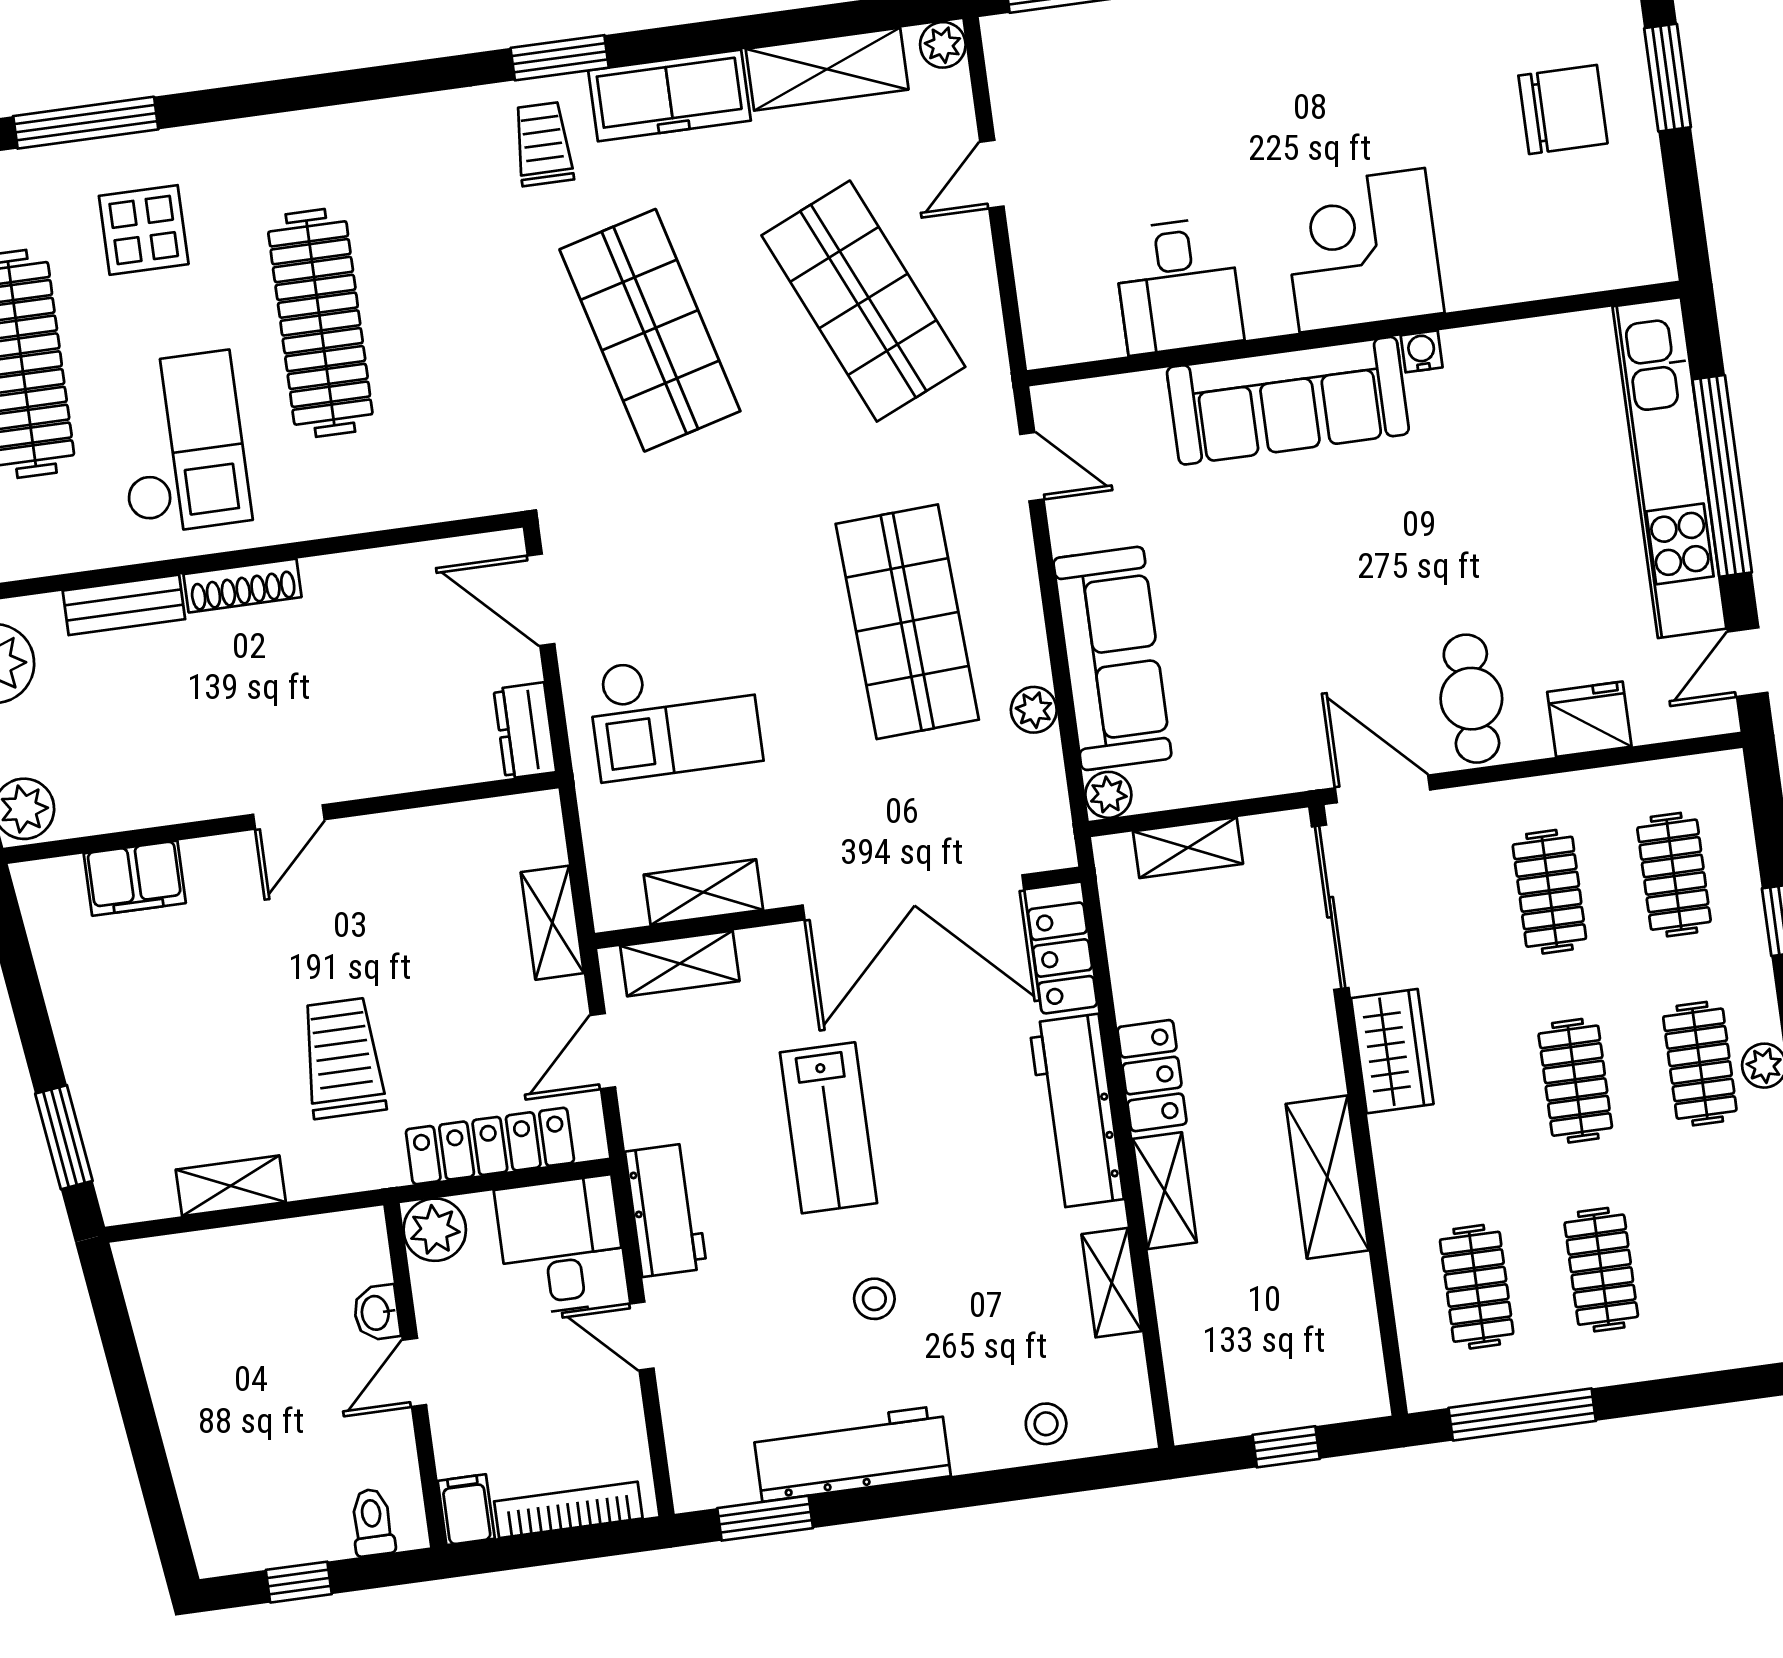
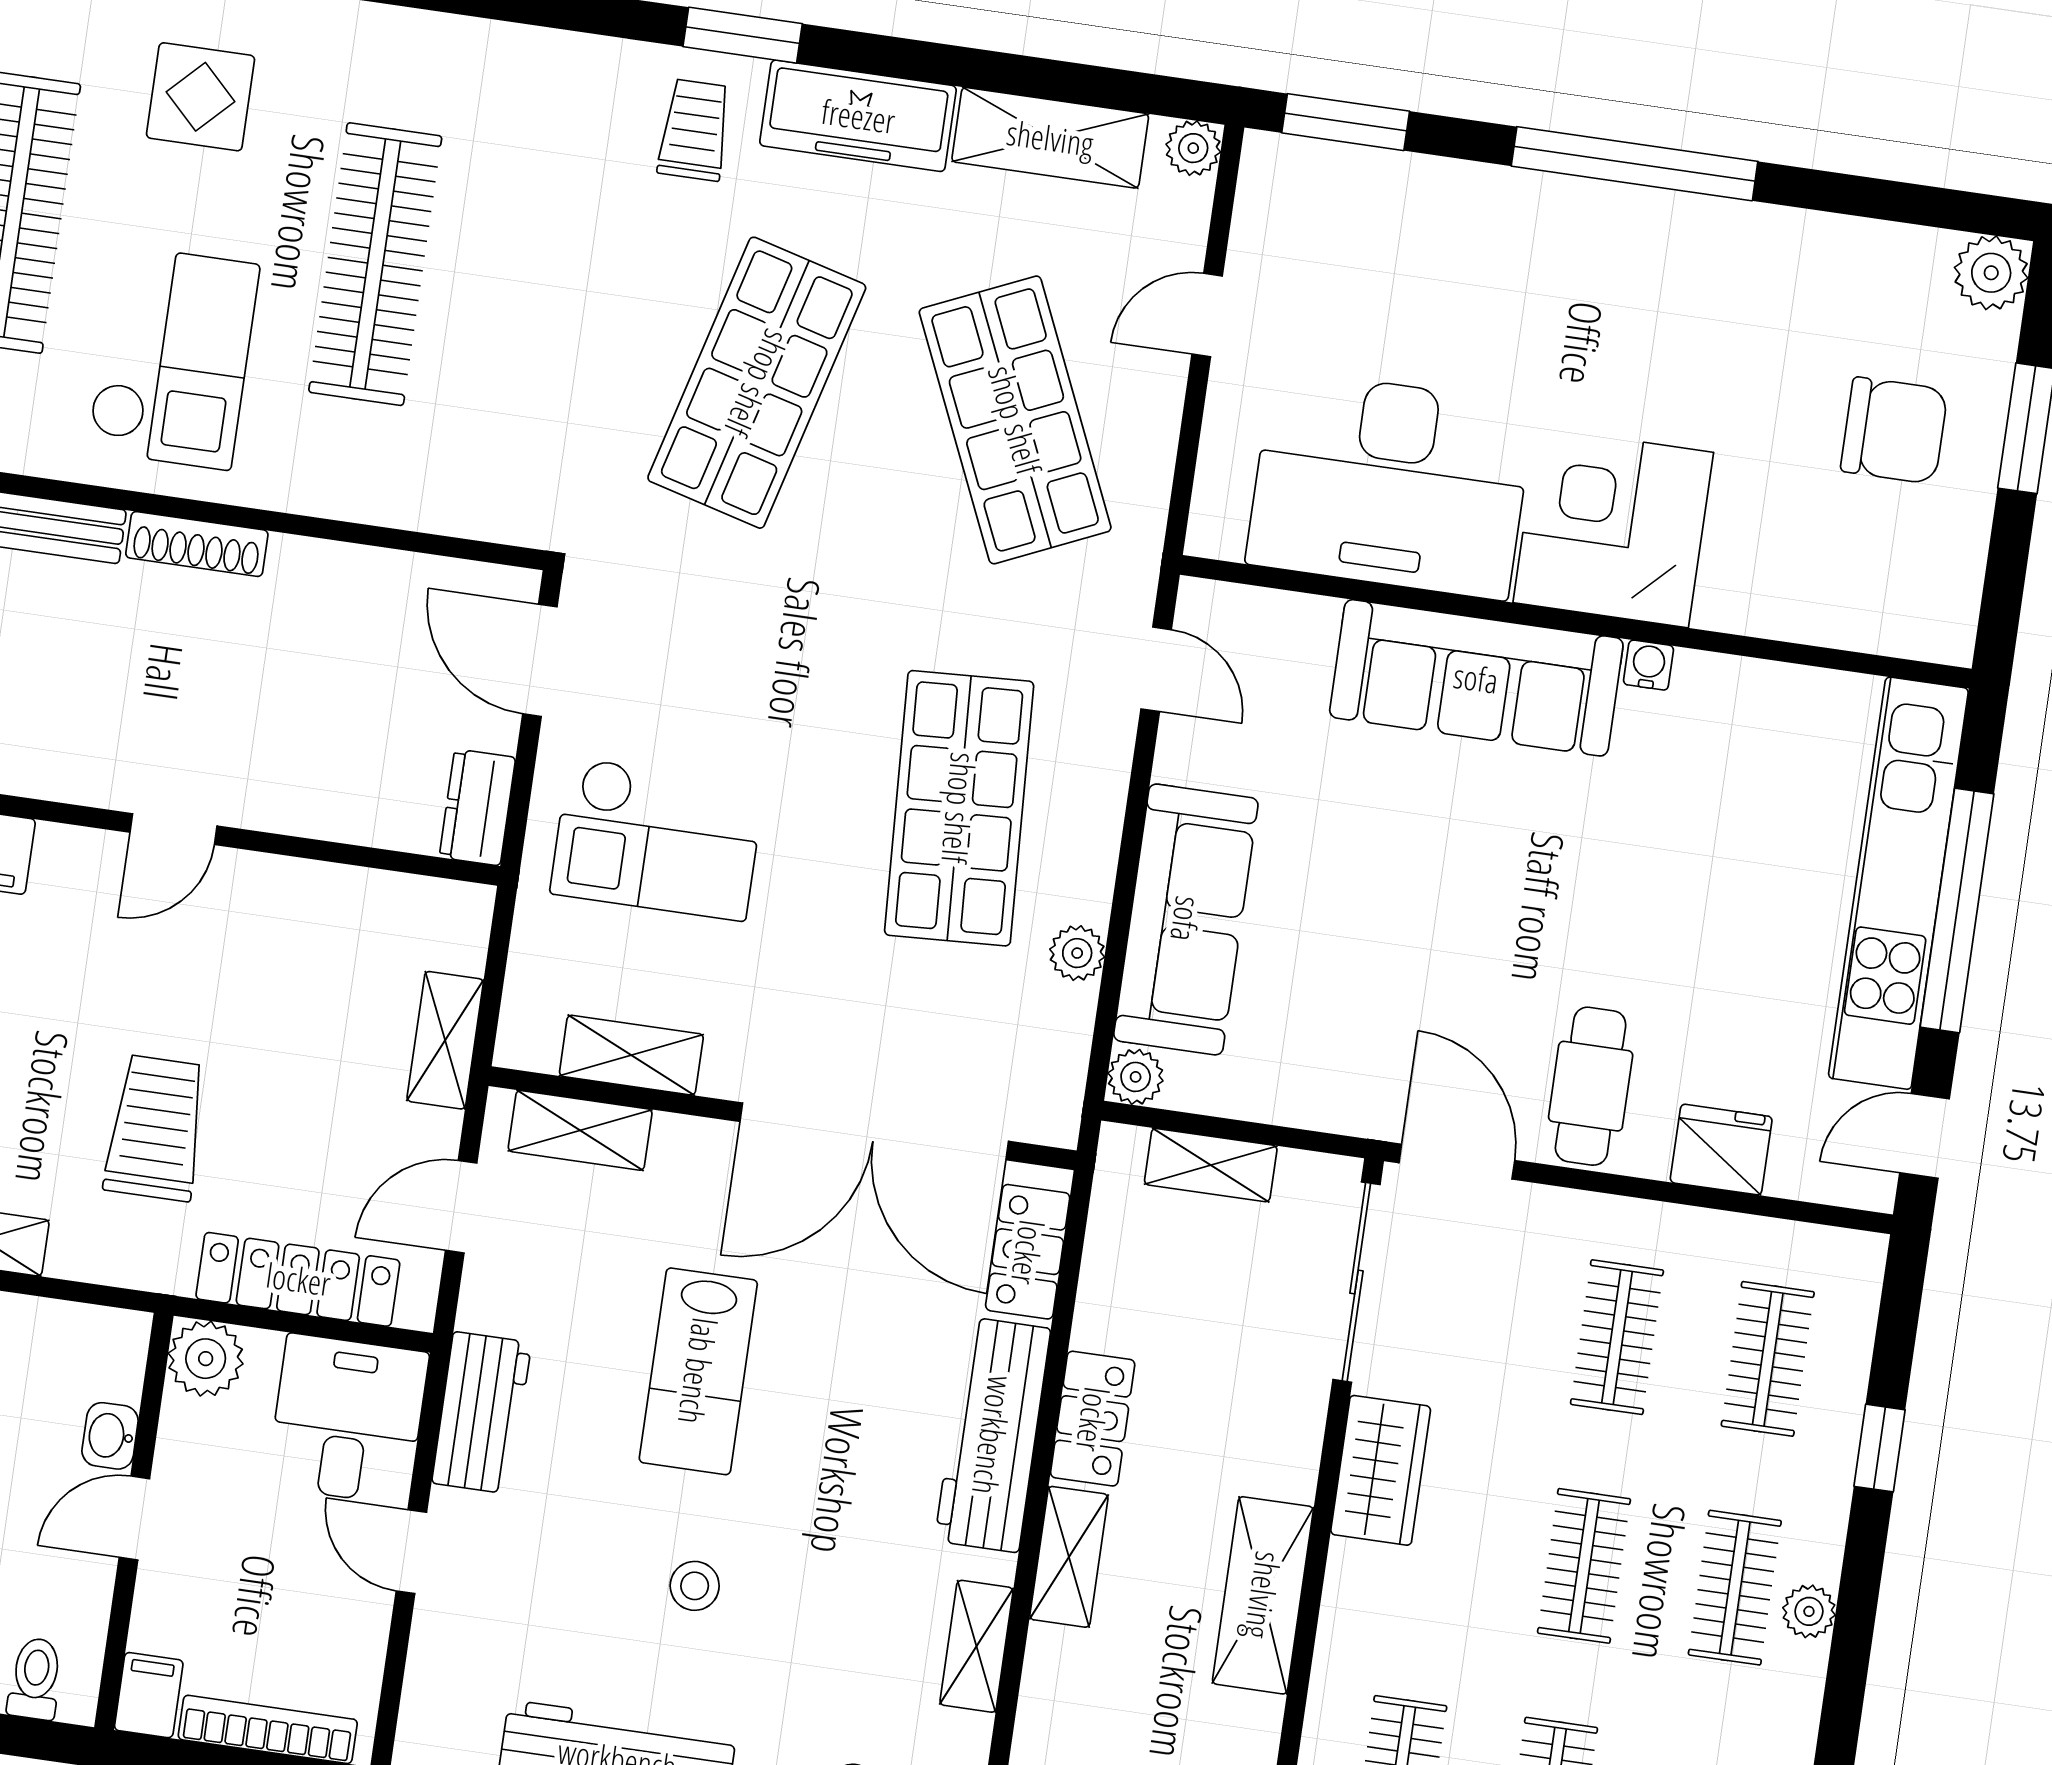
desk: (1178, 286) -> (1390, 484), width x1.87, depth x1.30
shop shelf: (650, 330) -> (757, 383), turned 30

